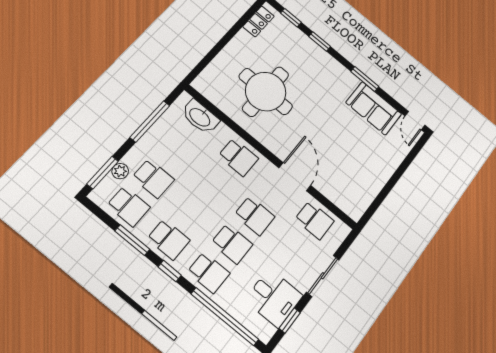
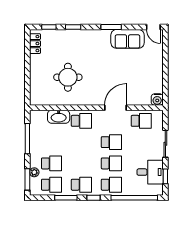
round table: (266, 92) -> (68, 77), width x0.73, depth x0.73
washbasin: (200, 117) -> (59, 117), moved
door: (295, 177) -> (115, 108), hinge flipped
water cooler: (355, 210) -> (157, 100), added

